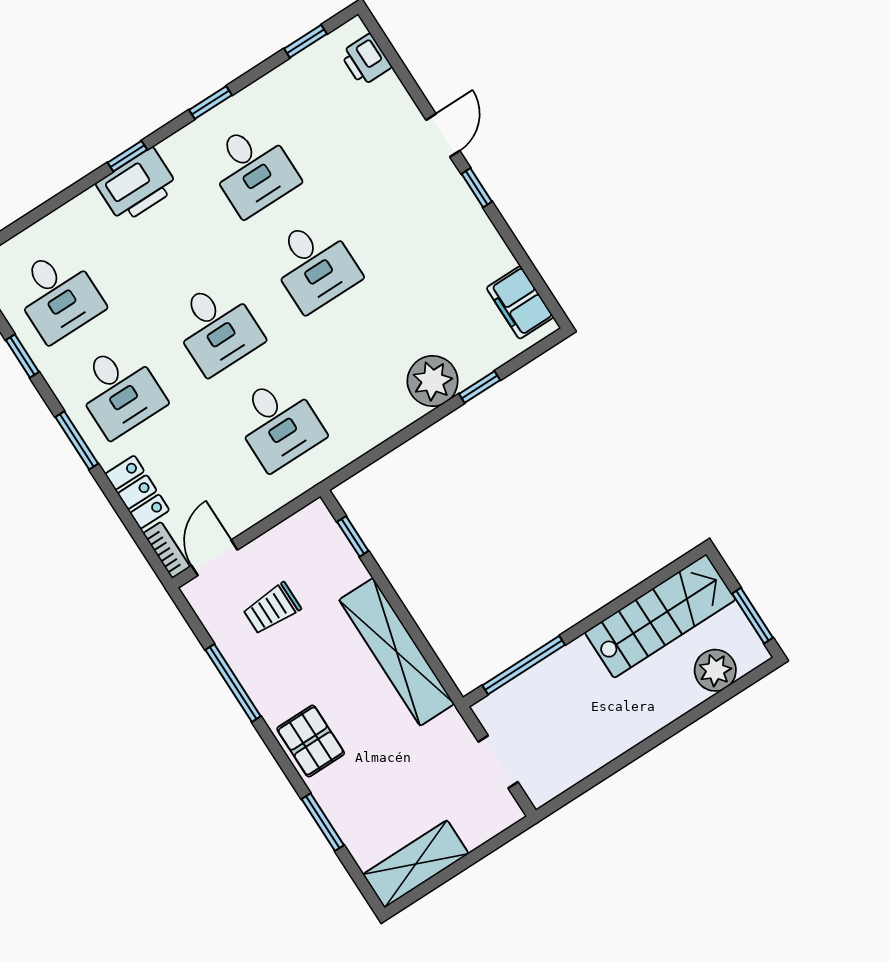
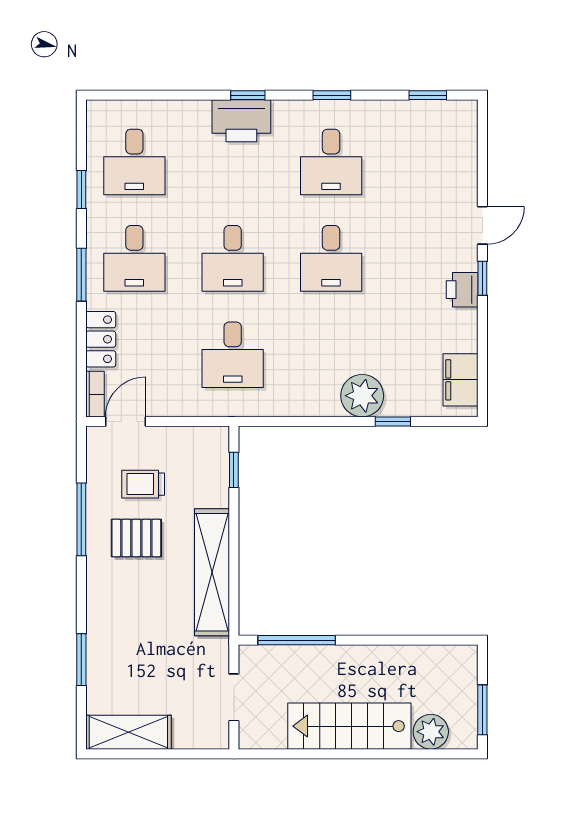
printer: (366, 60) -> (462, 290), moved
stairs: (660, 616) -> (349, 726), moved, turned 180
pallet: (311, 741) -> (136, 538), moved, turned 90

